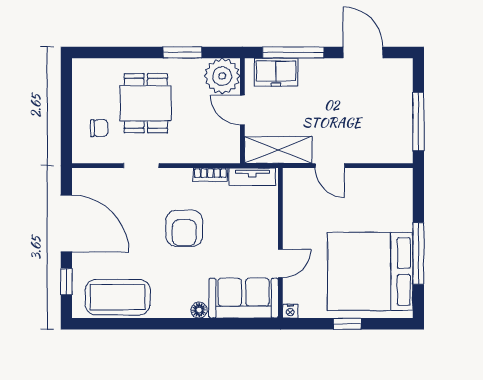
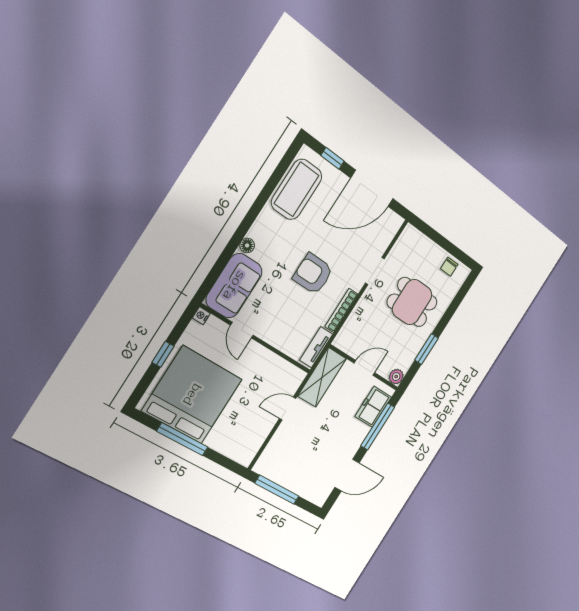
plant: (222, 76) -> (396, 377), width x0.53, depth x0.53
chair: (99, 128) -> (449, 267), moved
bookcase: (210, 175) -> (341, 310), width x1.56

